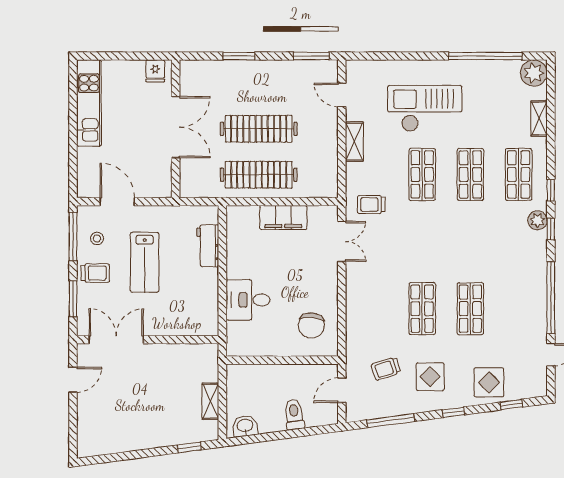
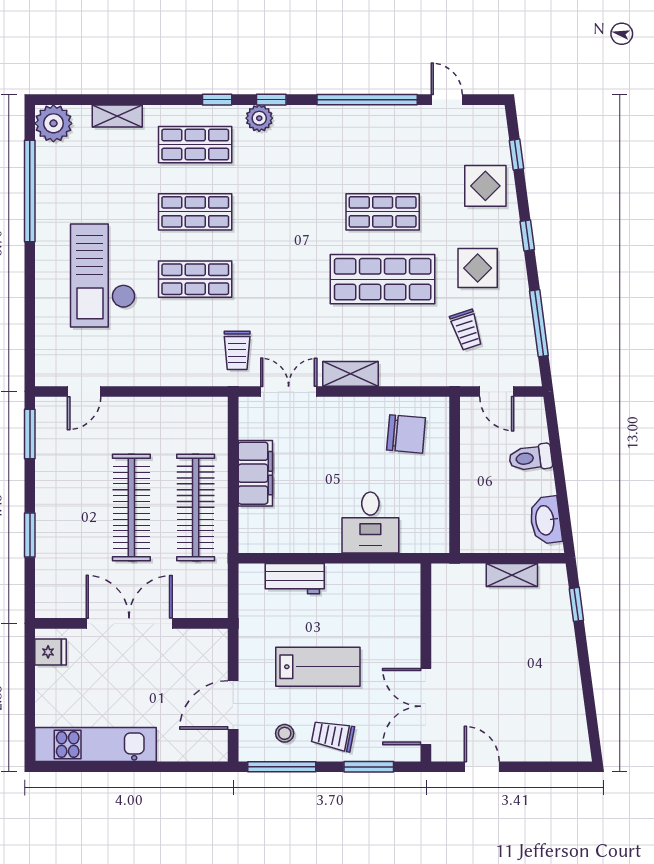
shelving: (354, 142) -> (351, 374), moved
trolley: (95, 273) -> (333, 736), turned -79
shop shelf: (422, 309) -> (383, 279), width x1.43, depth x1.36
washbasin: (245, 426) -> (546, 520), width x1.38

